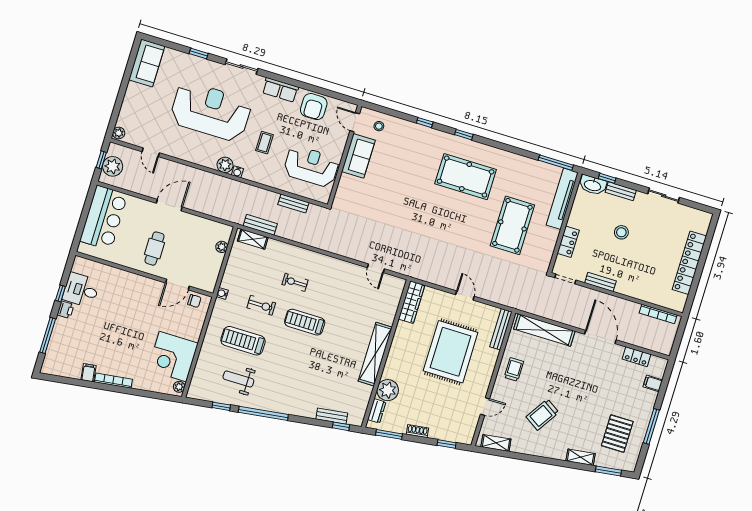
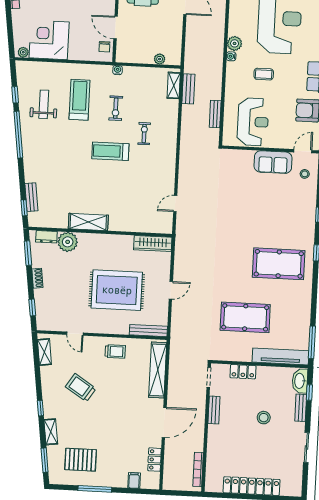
pool table: (466, 177) -> (279, 264), turned 90
treadmill: (305, 322) -> (110, 151), turned -90
shelving: (375, 354) -> (88, 222), width x0.68
window: (553, 462) -> (40, 408), added

